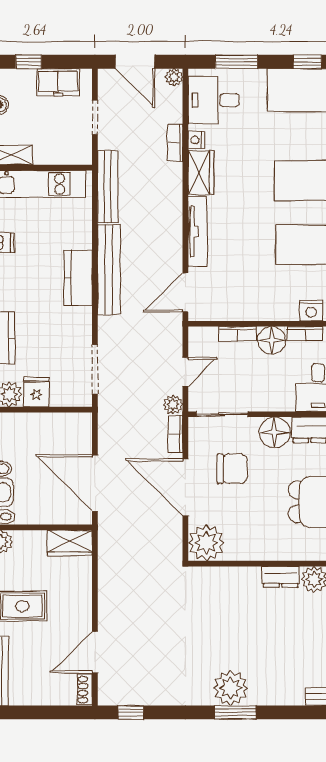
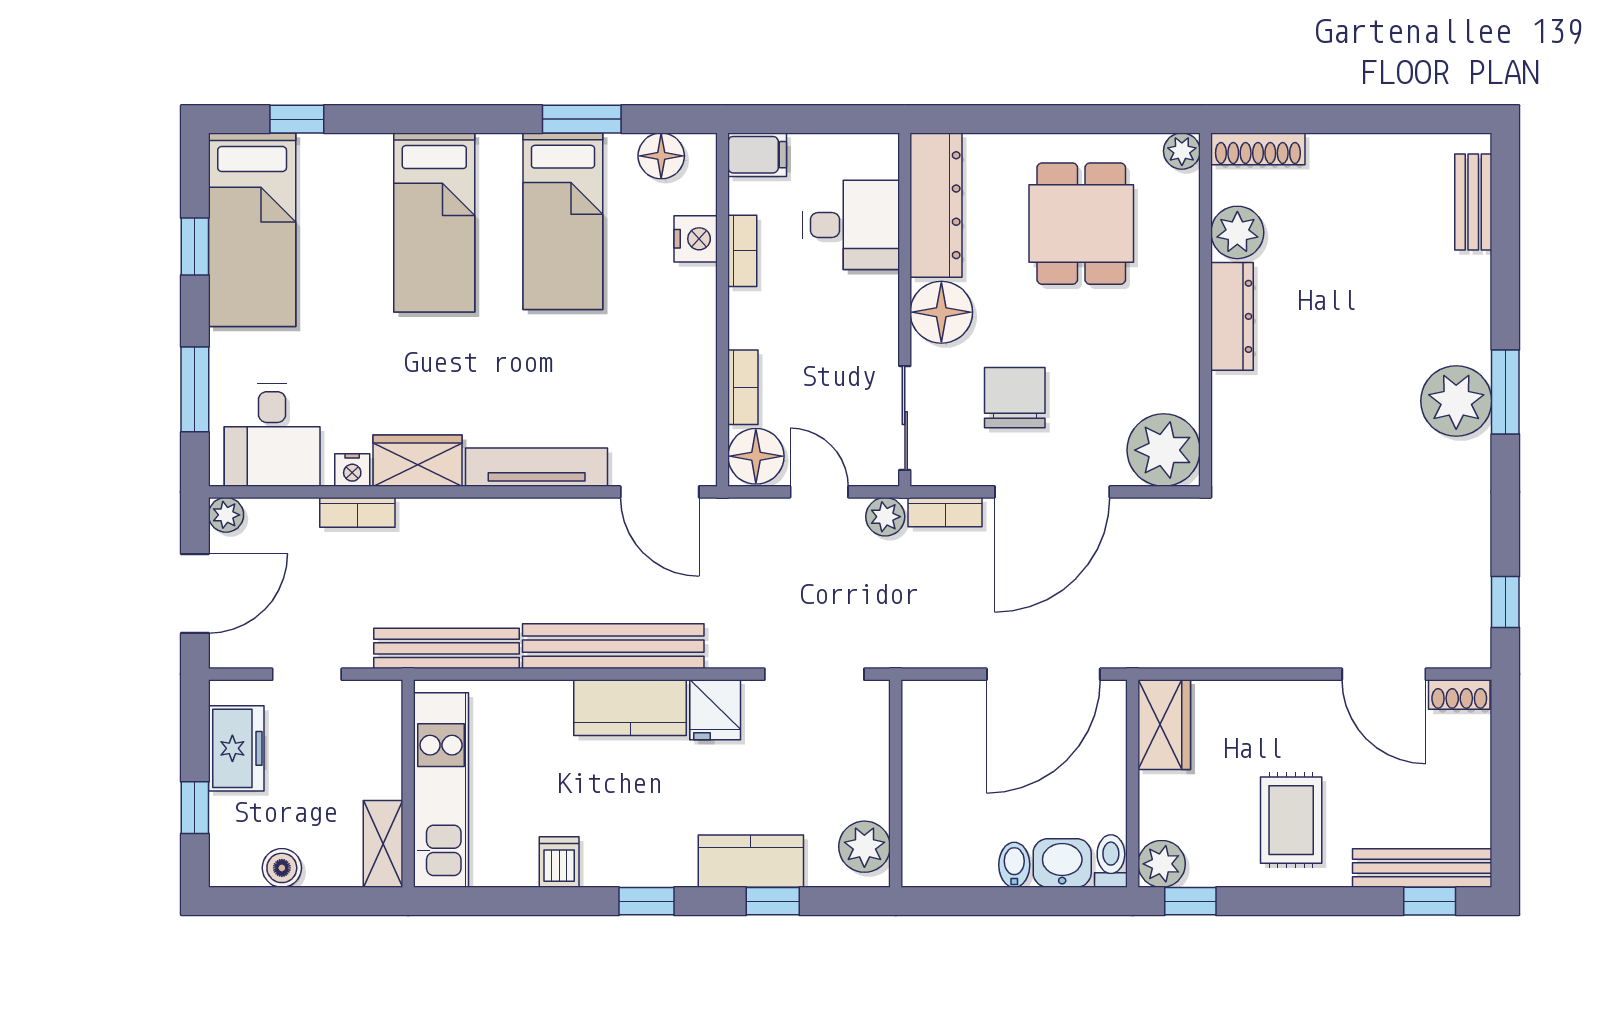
floor lamp: (272, 340) -> (756, 456), moved
fridge: (36, 392) -> (715, 710), moved, turned -90
dresser: (281, 577) -> (1232, 316), width x1.44

